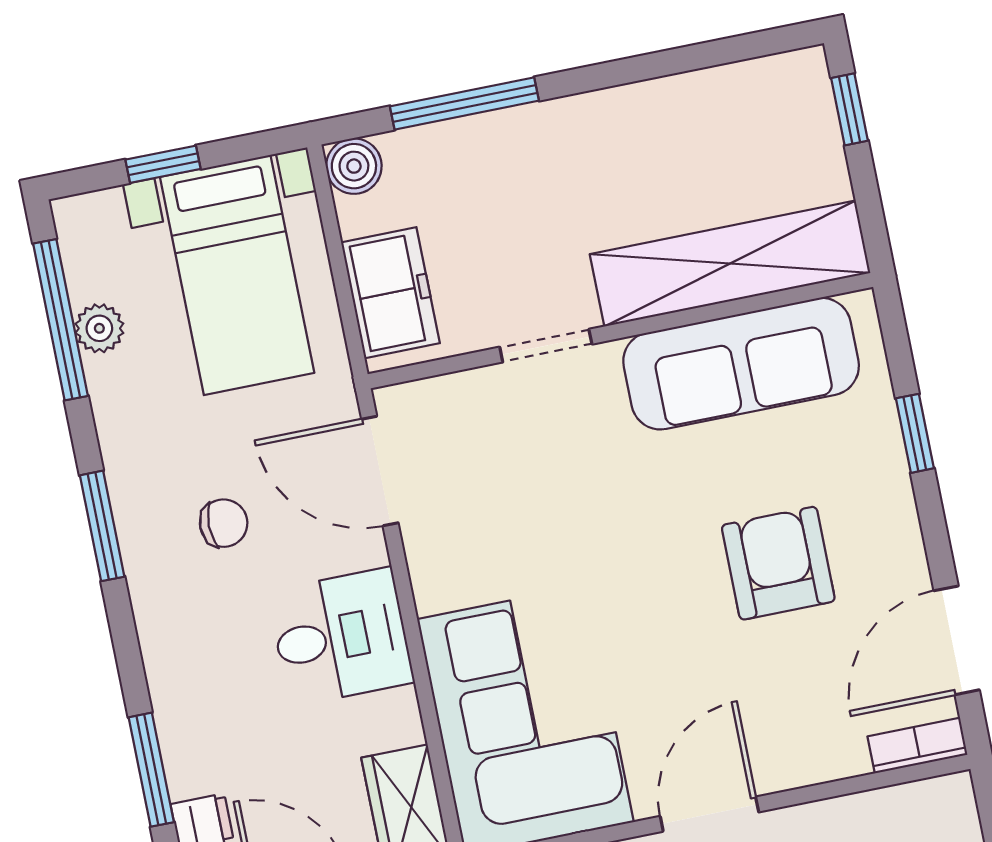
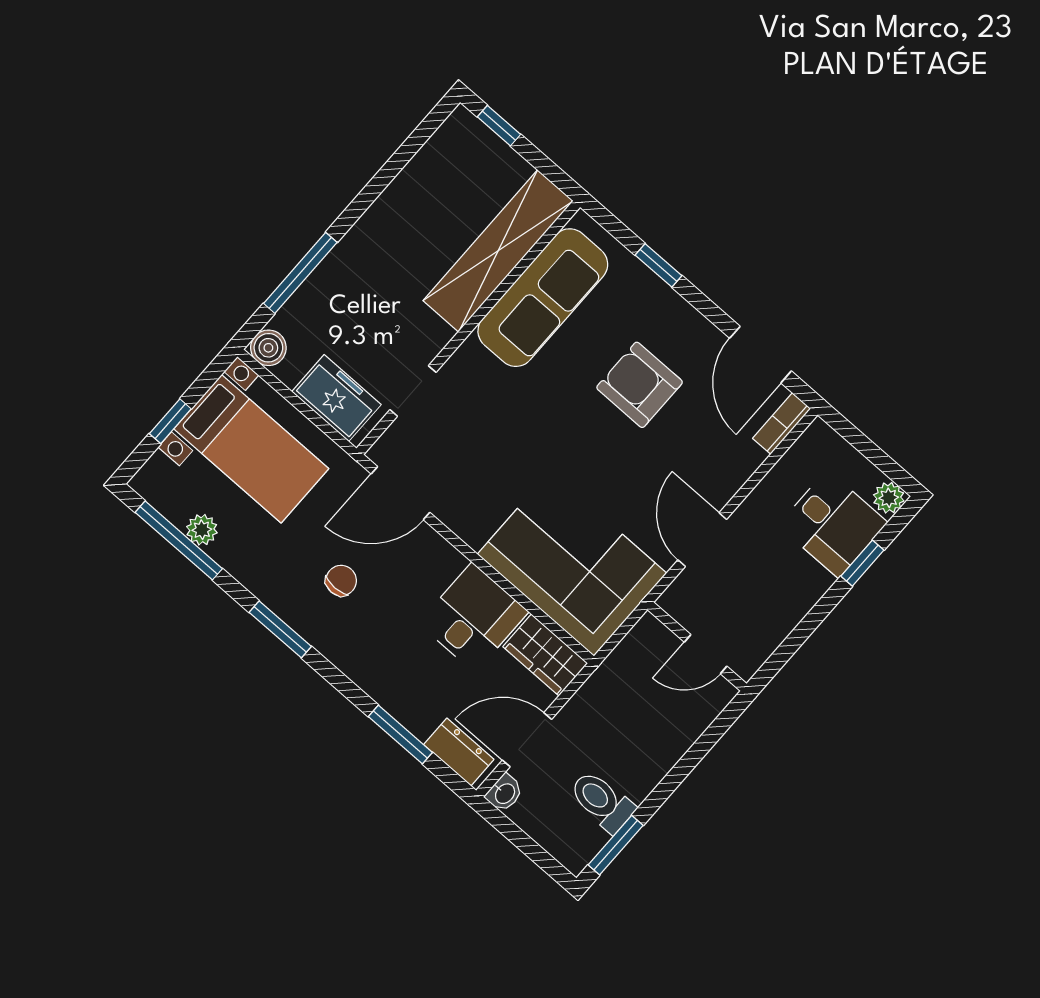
doorway: (546, 346) -> (413, 391), moved
desk: (341, 637) -> (473, 618), moved

